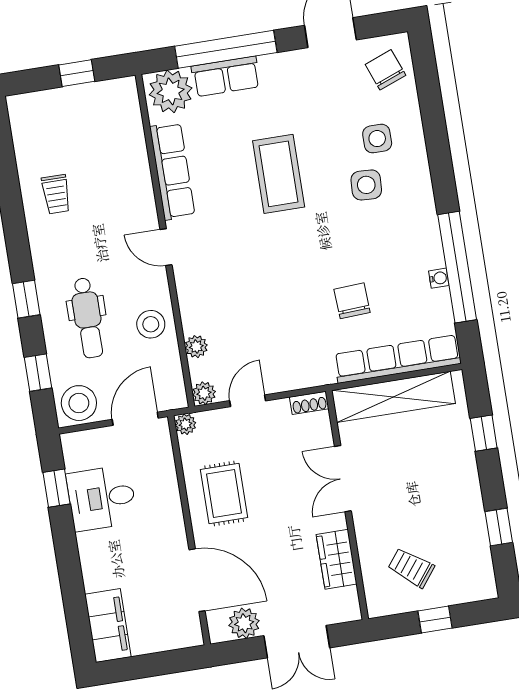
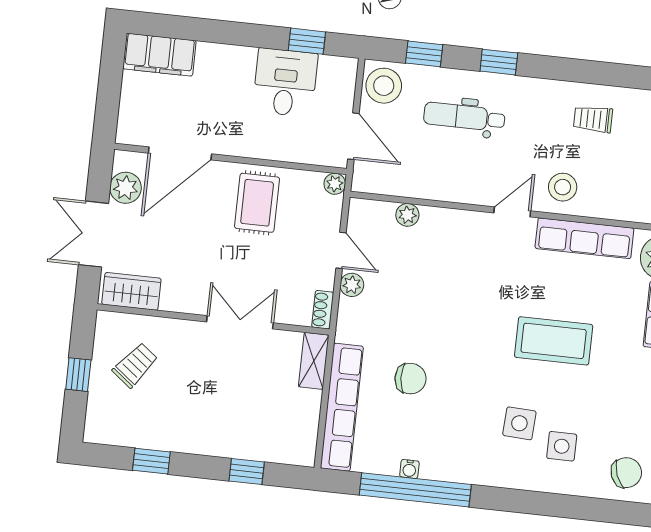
stool: (151, 324) -> (563, 187), moved
plant: (204, 393) -> (352, 285), moved
shelving: (393, 397) -> (314, 361), width x0.45, depth x0.75
rug: (224, 494) -> (257, 203), turned 90
wardrobe: (337, 559) -> (131, 291), moved

